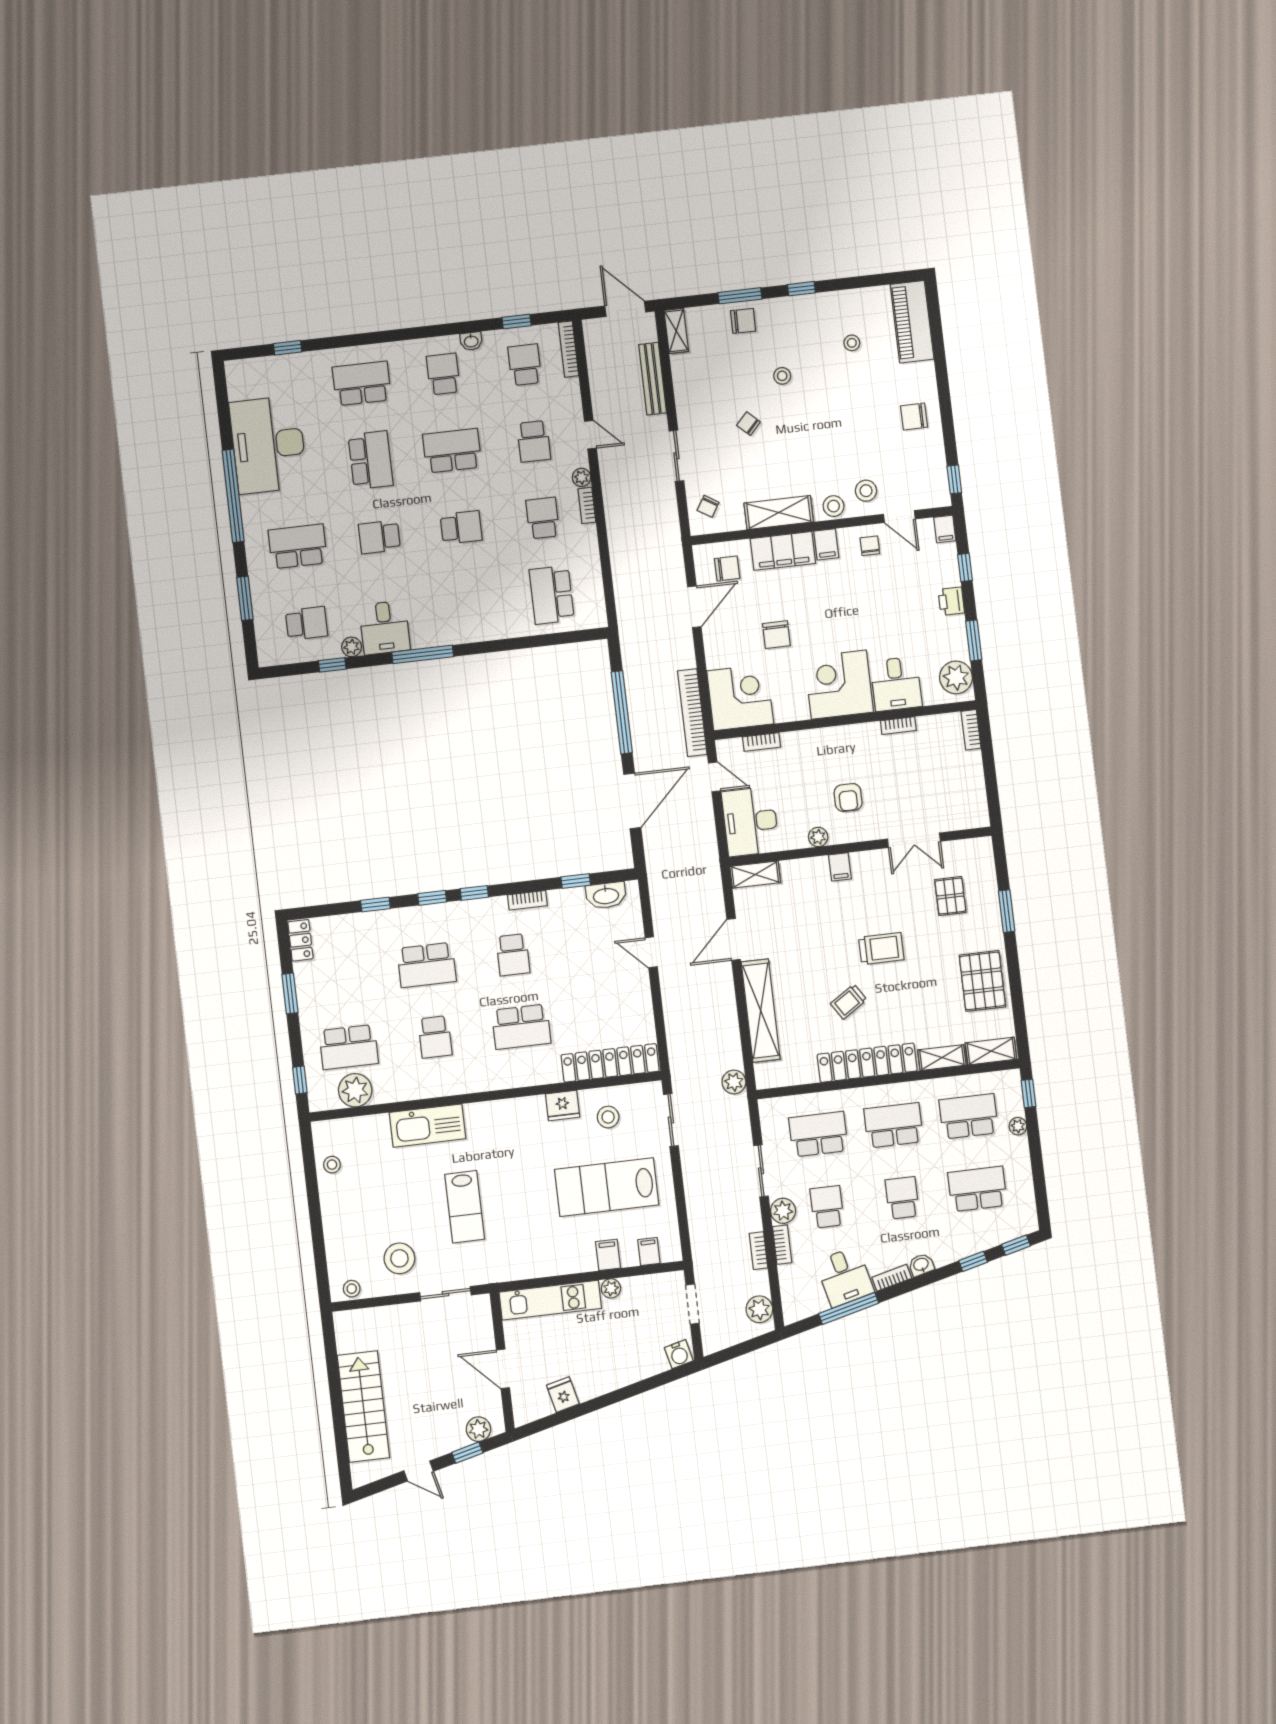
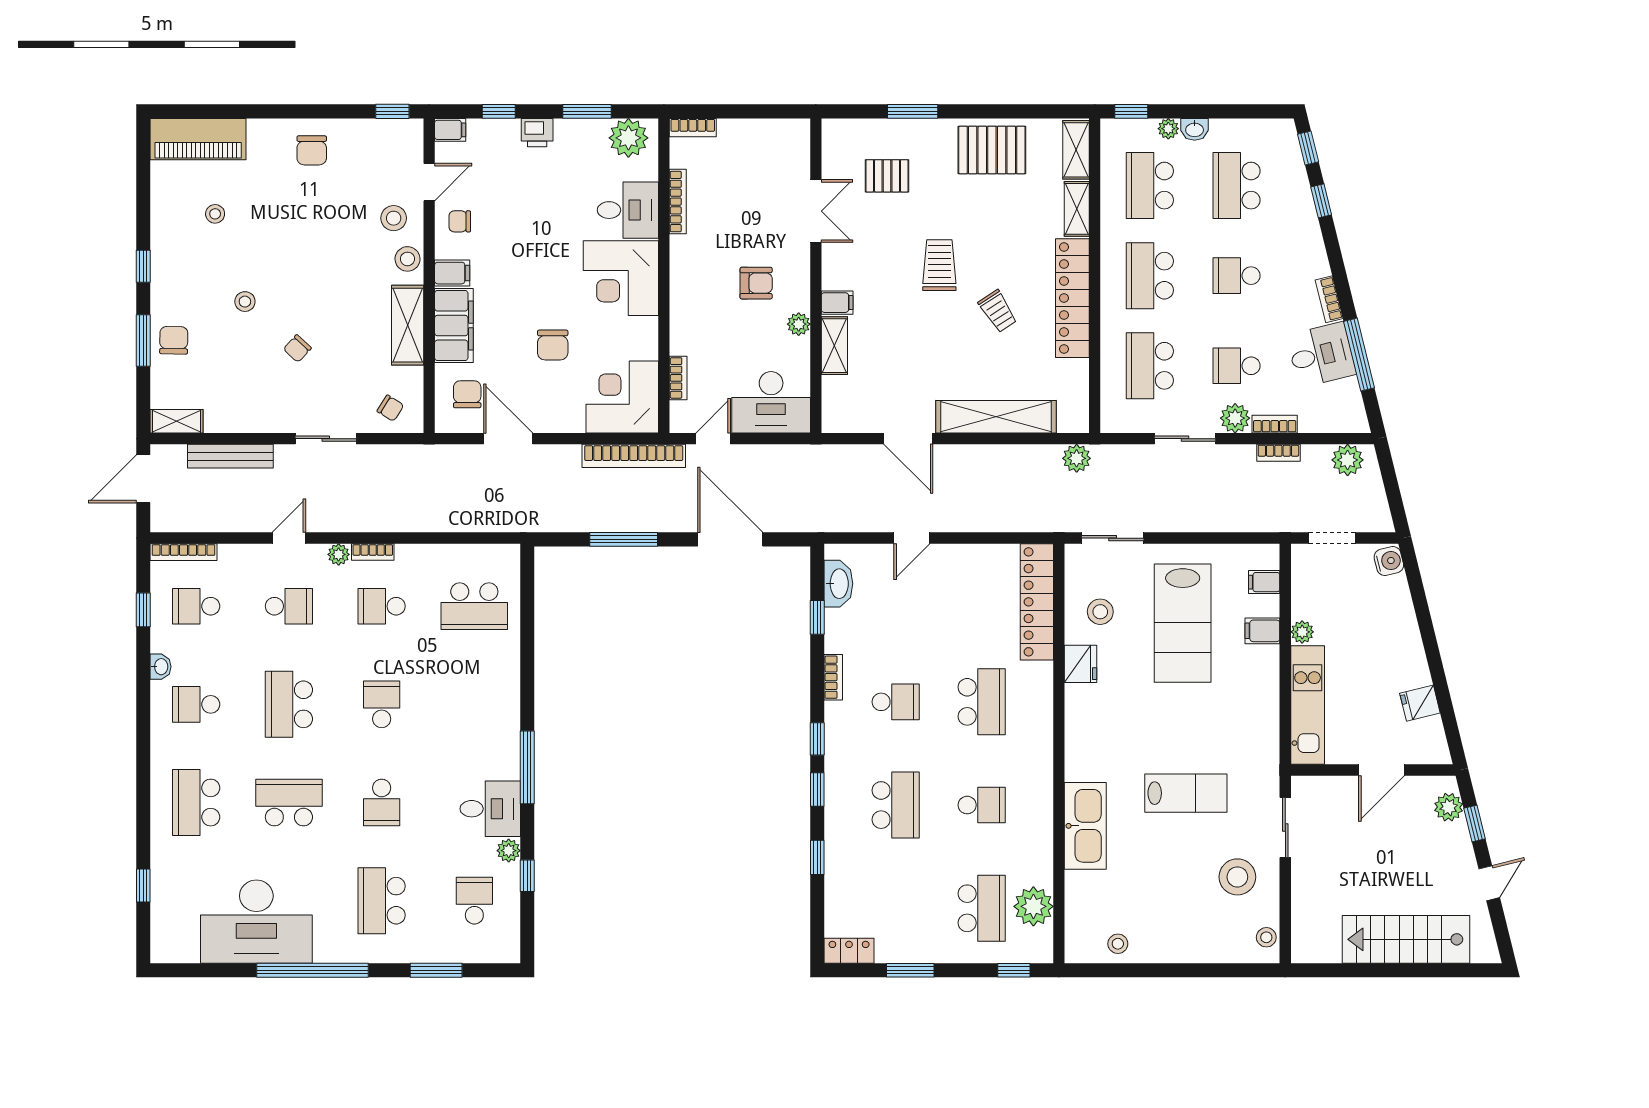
chair: (776, 635) -> (553, 345), turned 90
window: (622, 712) -> (624, 539), width x0.68
bookcase: (898, 726) -> (678, 202), width x1.56
shelving: (755, 874) -> (834, 346), moved
washbasin: (921, 1265) -> (1195, 129), moved, turned -76

